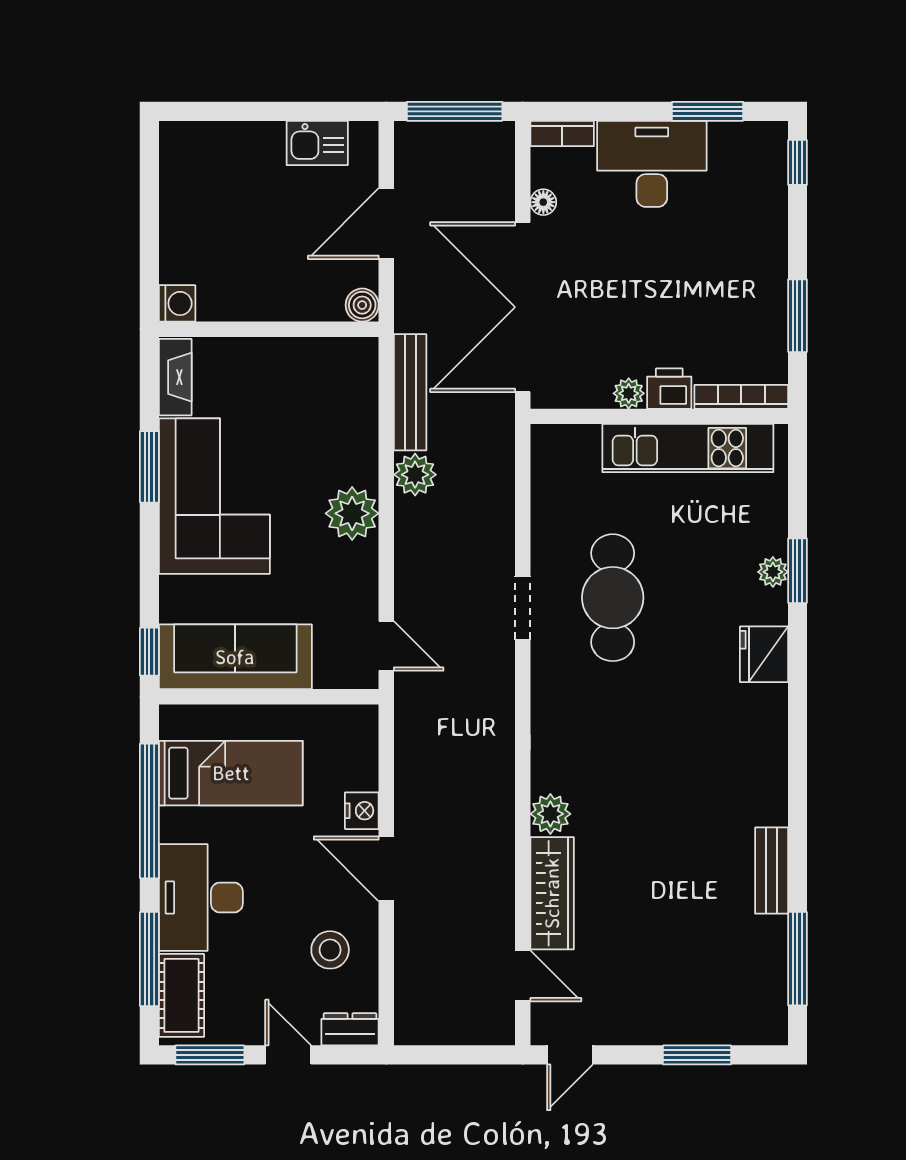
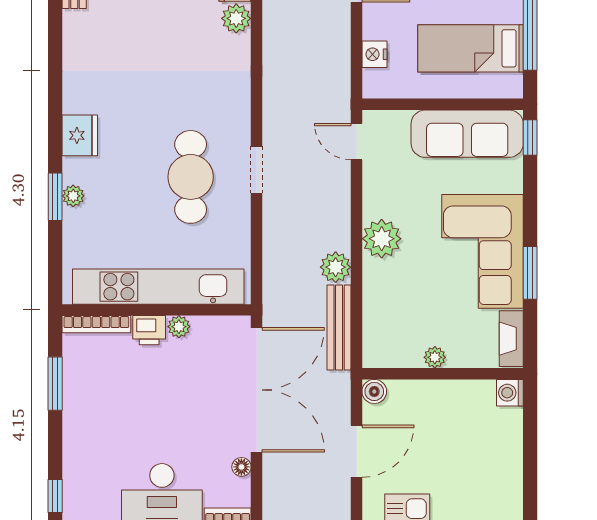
plant: (280, 352) -> (435, 357), added
kitchen unit: (688, 448) -> (158, 287), width x1.36
nightstand: (362, 811) -> (374, 54), moved

